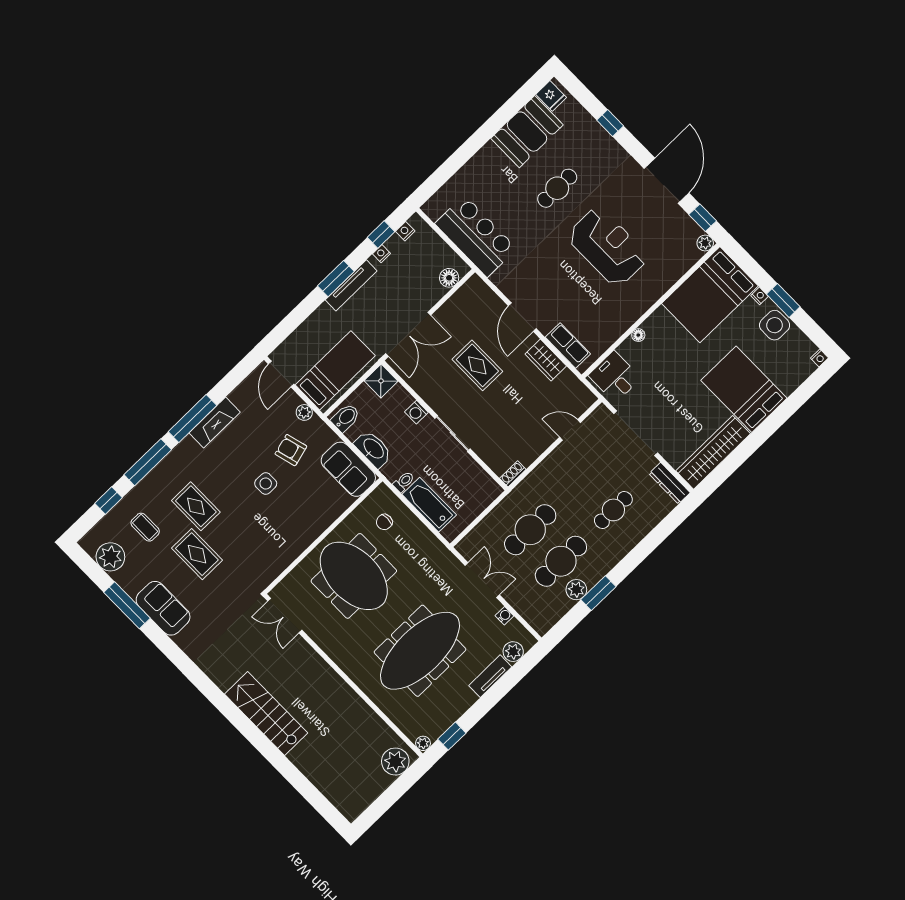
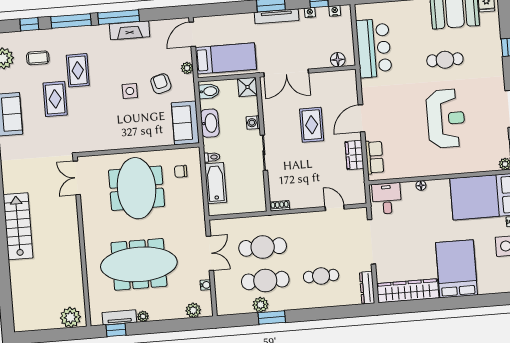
coffee table: (145, 527) -> (38, 58), turned 90
tv unit: (490, 676) -> (119, 317), moved
plant: (423, 743) -> (143, 316), moved

